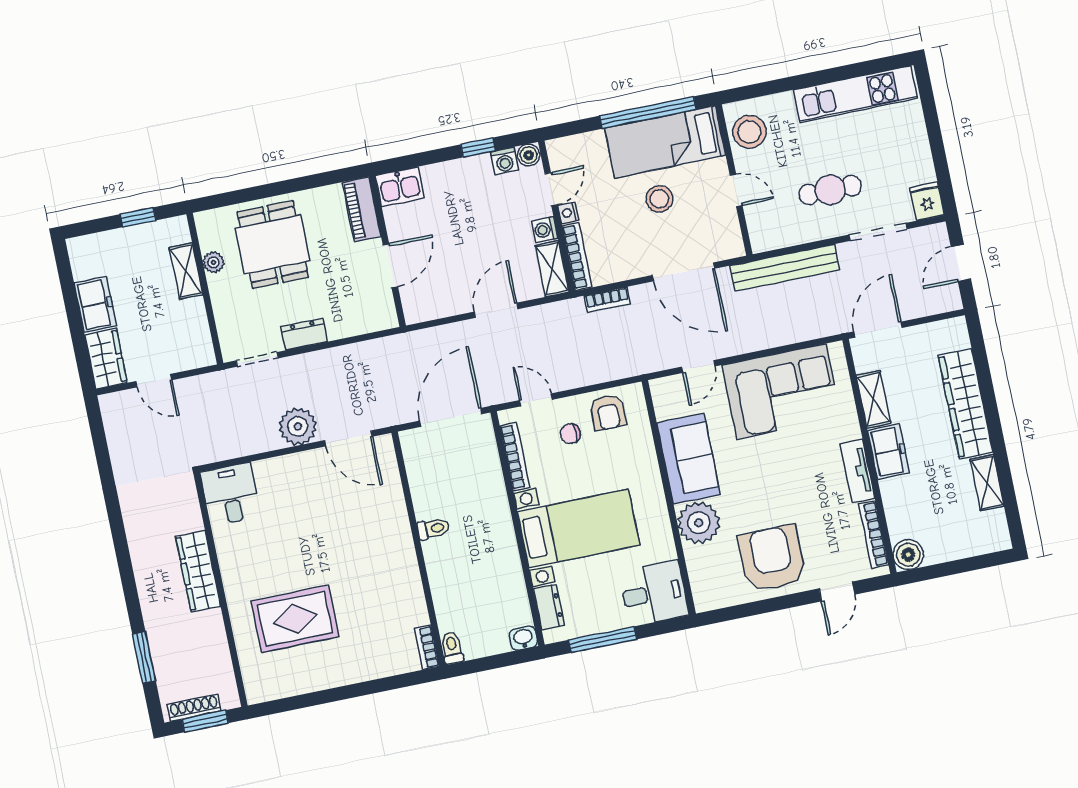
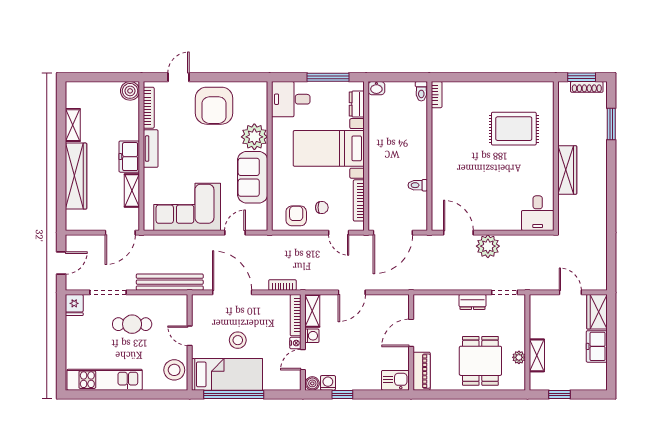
toilet: (433, 529) -> (418, 185), moved

